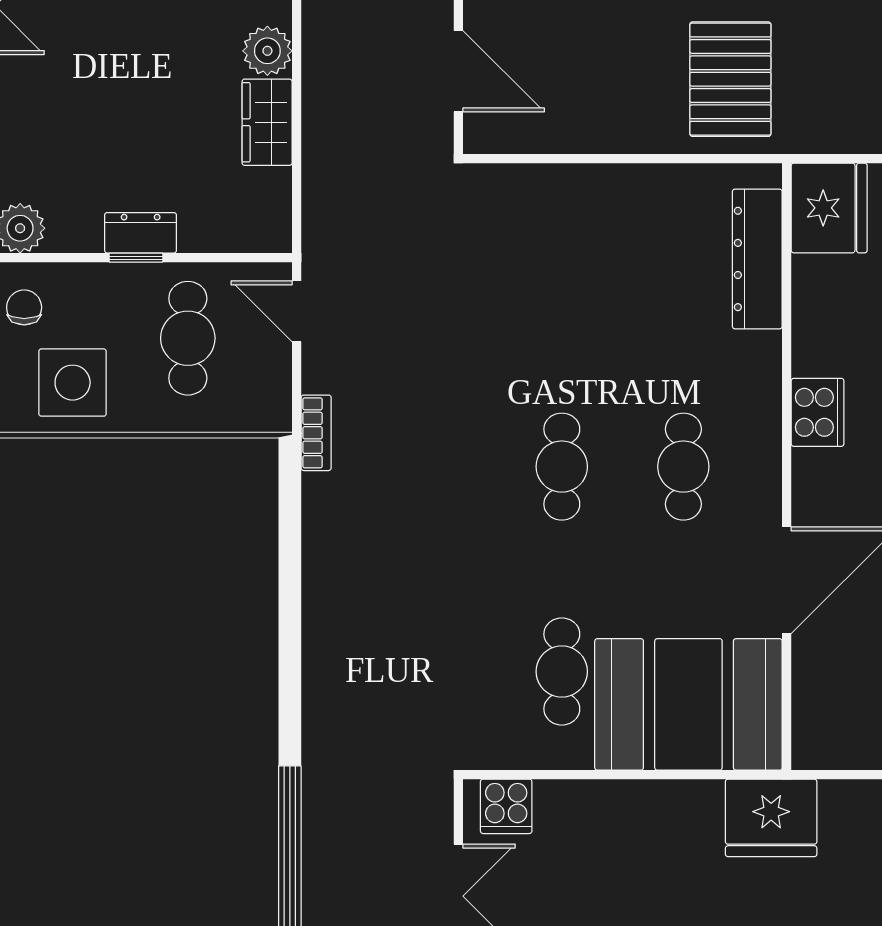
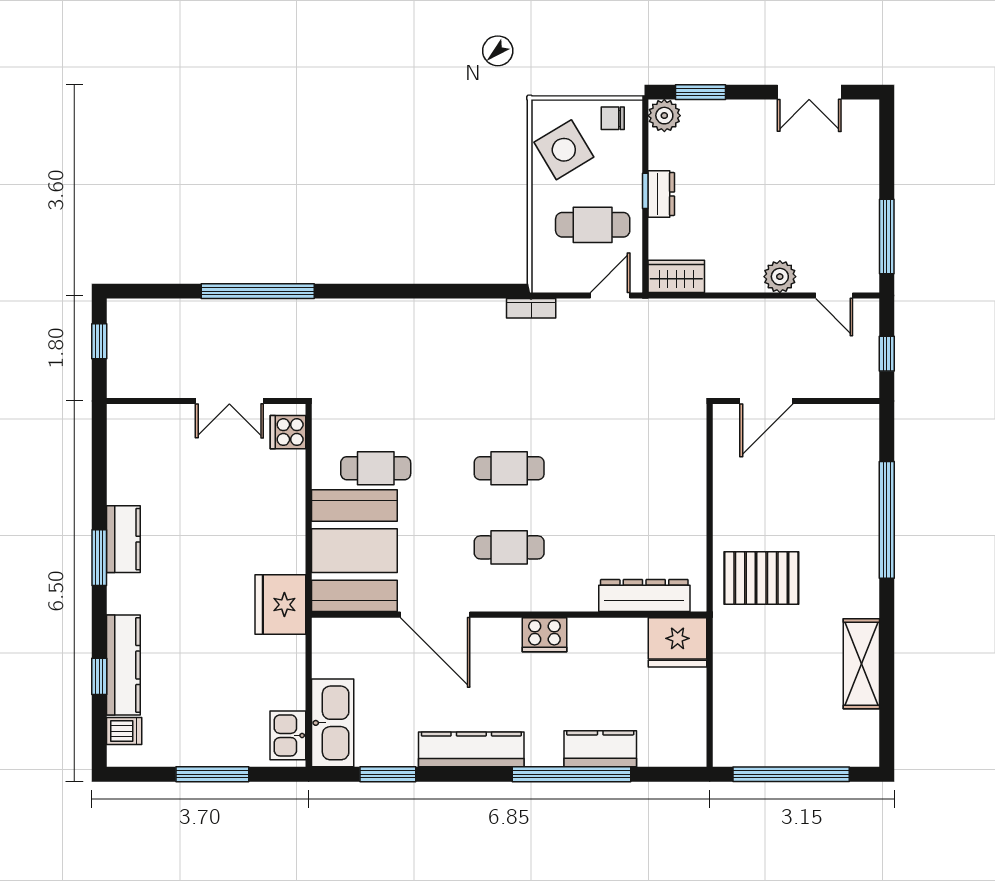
wardrobe: (267, 122) -> (676, 276), moved
chair: (24, 307) -> (613, 118), turned 180
side table: (73, 383) -> (564, 150), turned -31

